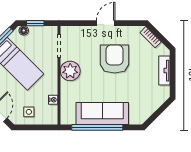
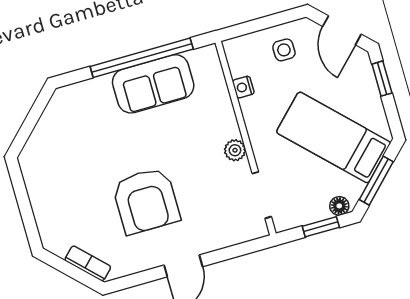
plant: (70, 71) -> (235, 150), width x0.53, depth x0.53
tv unit: (164, 71) -> (42, 206), removed
sofa: (102, 113) -> (153, 84), width x0.73

